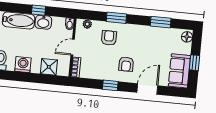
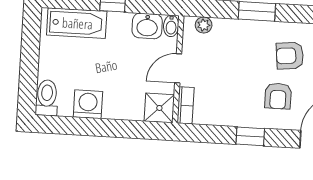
washbasin: (43, 22) -> (147, 26), moved
armchair: (109, 38) -> (290, 56), moved, turned -96
shower: (49, 67) -> (159, 108), moved

